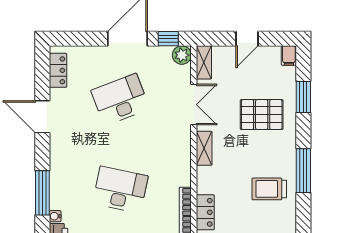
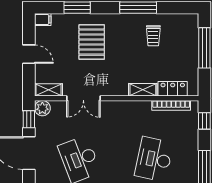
double door: (194, 105) -> (83, 98), swing flipped
shelving: (204, 148) -> (143, 90), moved
trolley: (269, 189) -> (153, 36), width x0.73, depth x0.72

